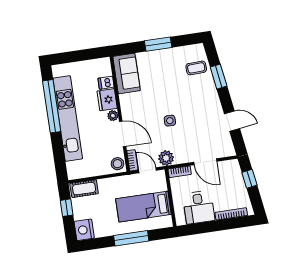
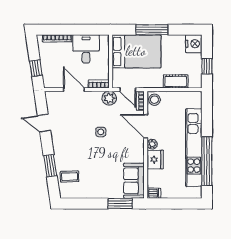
window: (158, 44) -> (120, 204), moved
dishwasher: (106, 83) -> (154, 193), moved
cot: (84, 189) -> (176, 81), moved
bed: (143, 207) -> (136, 51), width x1.50

